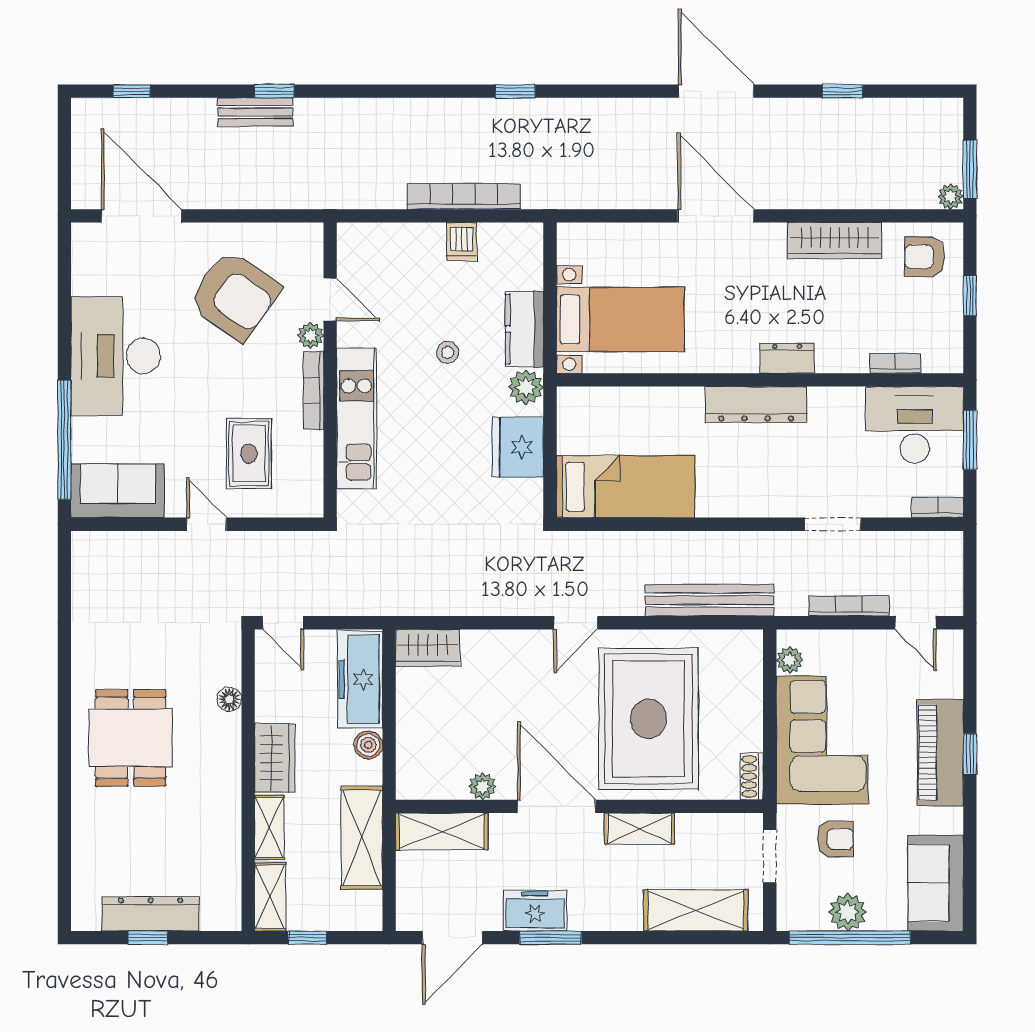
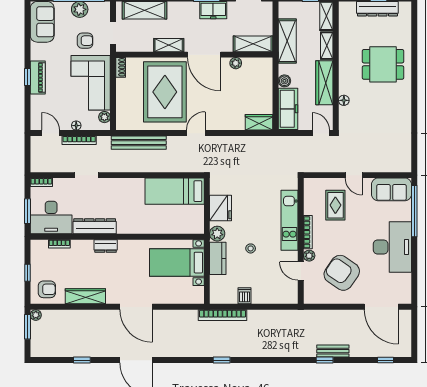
bookcase: (464, 196) -> (222, 315), moved
dresser: (756, 404) -> (95, 226), moved
floor lamp: (856, 640) -> (76, 126), added
dining table: (131, 738) -> (383, 64), moved, turned 90
piano: (940, 753) -> (38, 78), width x0.73, depth x0.75
wardrobe: (275, 758) -> (324, 83), width x1.50
armchair: (835, 839) -> (85, 41), turned 180

